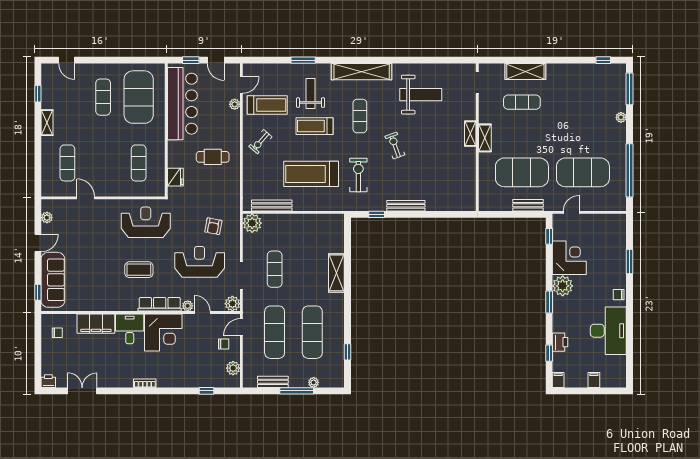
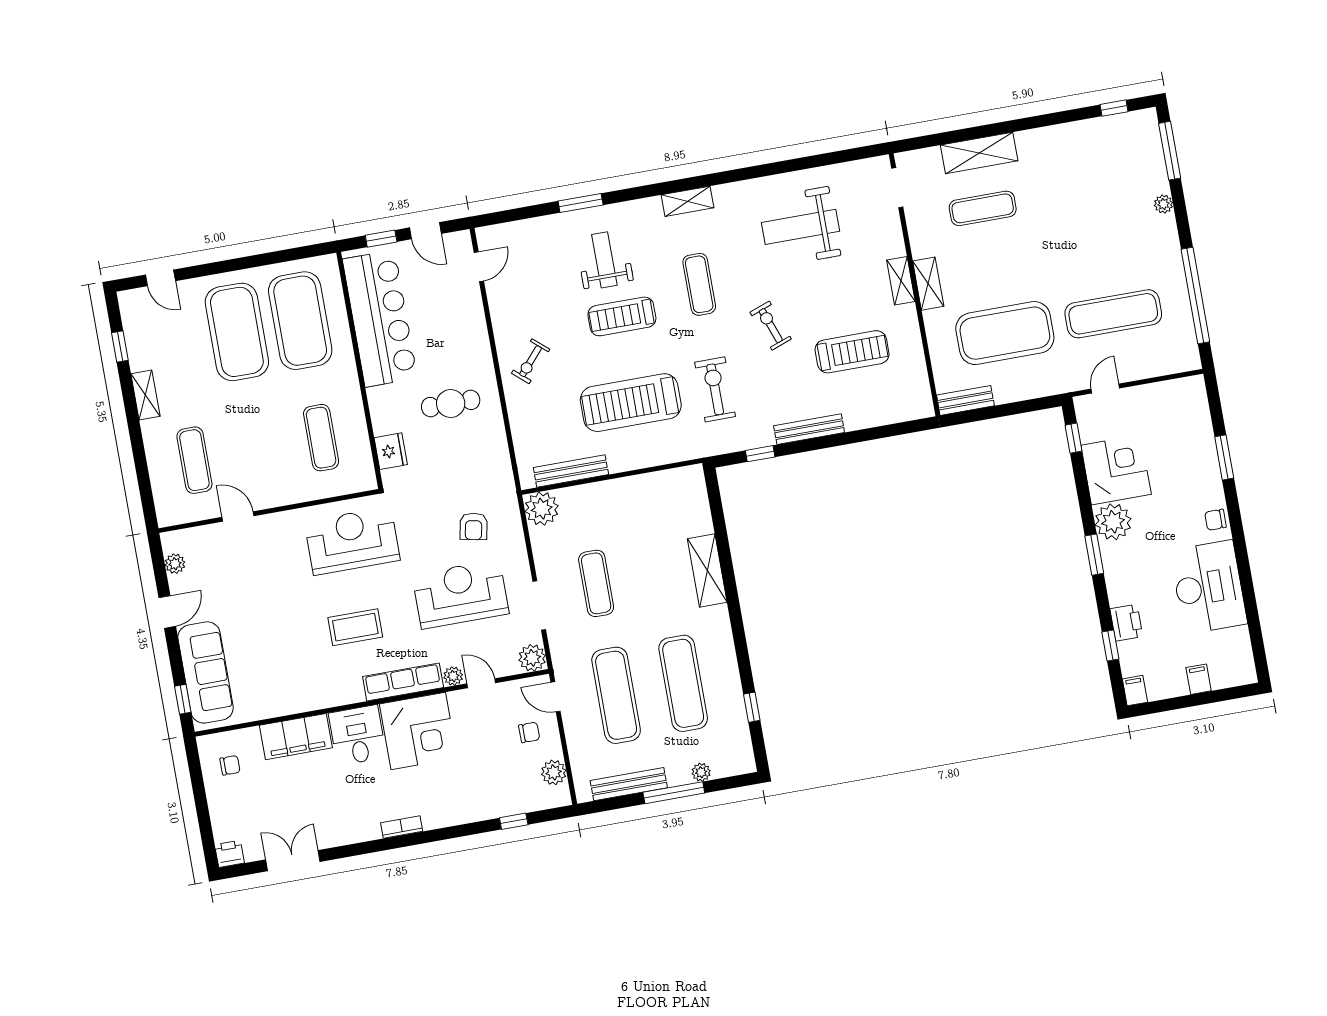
shelving: (362, 72) -> (688, 201), width x0.45, depth x0.75
weight bench: (421, 95) -> (801, 227), turned 180
exercise mat: (103, 97) -> (237, 332), width x2.00, depth x1.45
plant: (235, 104) -> (473, 303), removed
treadmill: (267, 105) -> (852, 352), moved
exercise mat: (583, 172) -> (1113, 314), width x0.68
bench: (528, 205) -> (965, 400), moved
door: (241, 327) -> (555, 697), hinge flipped
bench: (273, 382) -> (629, 784), width x1.36

